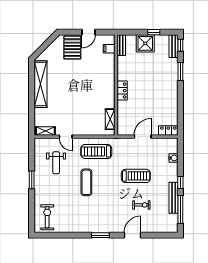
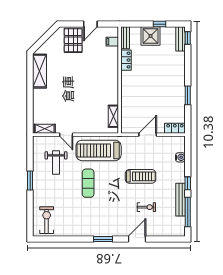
window: (180, 72) -> (188, 95), moved
shelving: (41, 84) -> (40, 71), width x0.68
locker: (122, 91) -> (126, 60), moved
treadmill: (96, 151) -> (99, 150), width x1.37, depth x1.38

